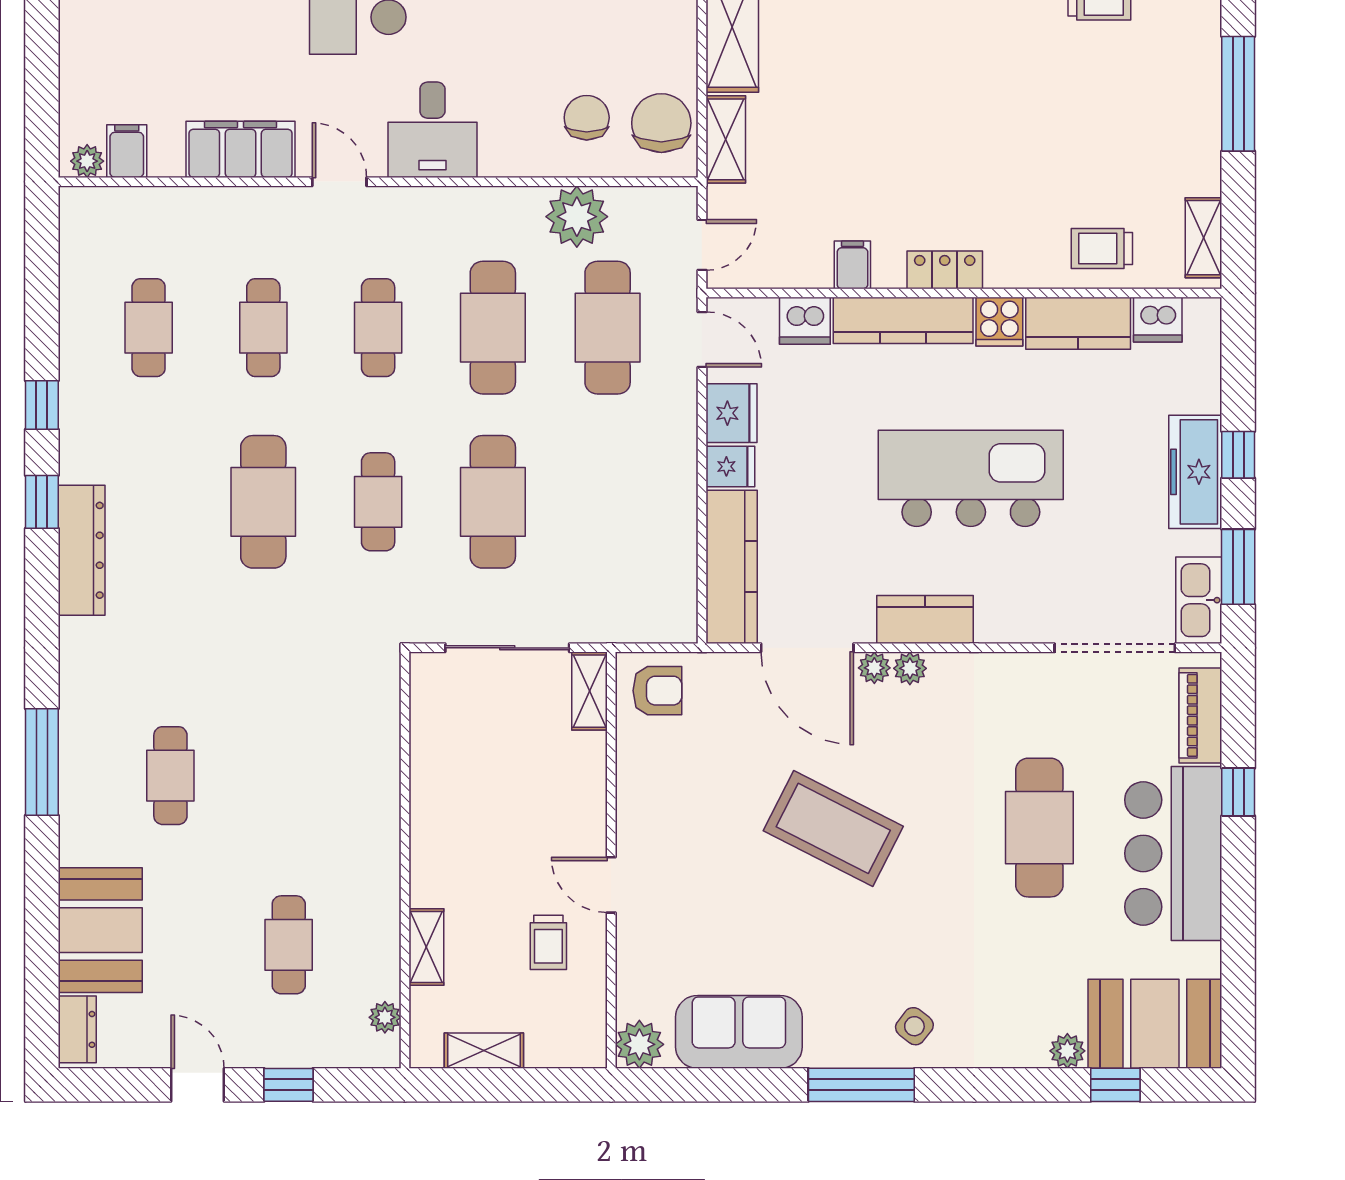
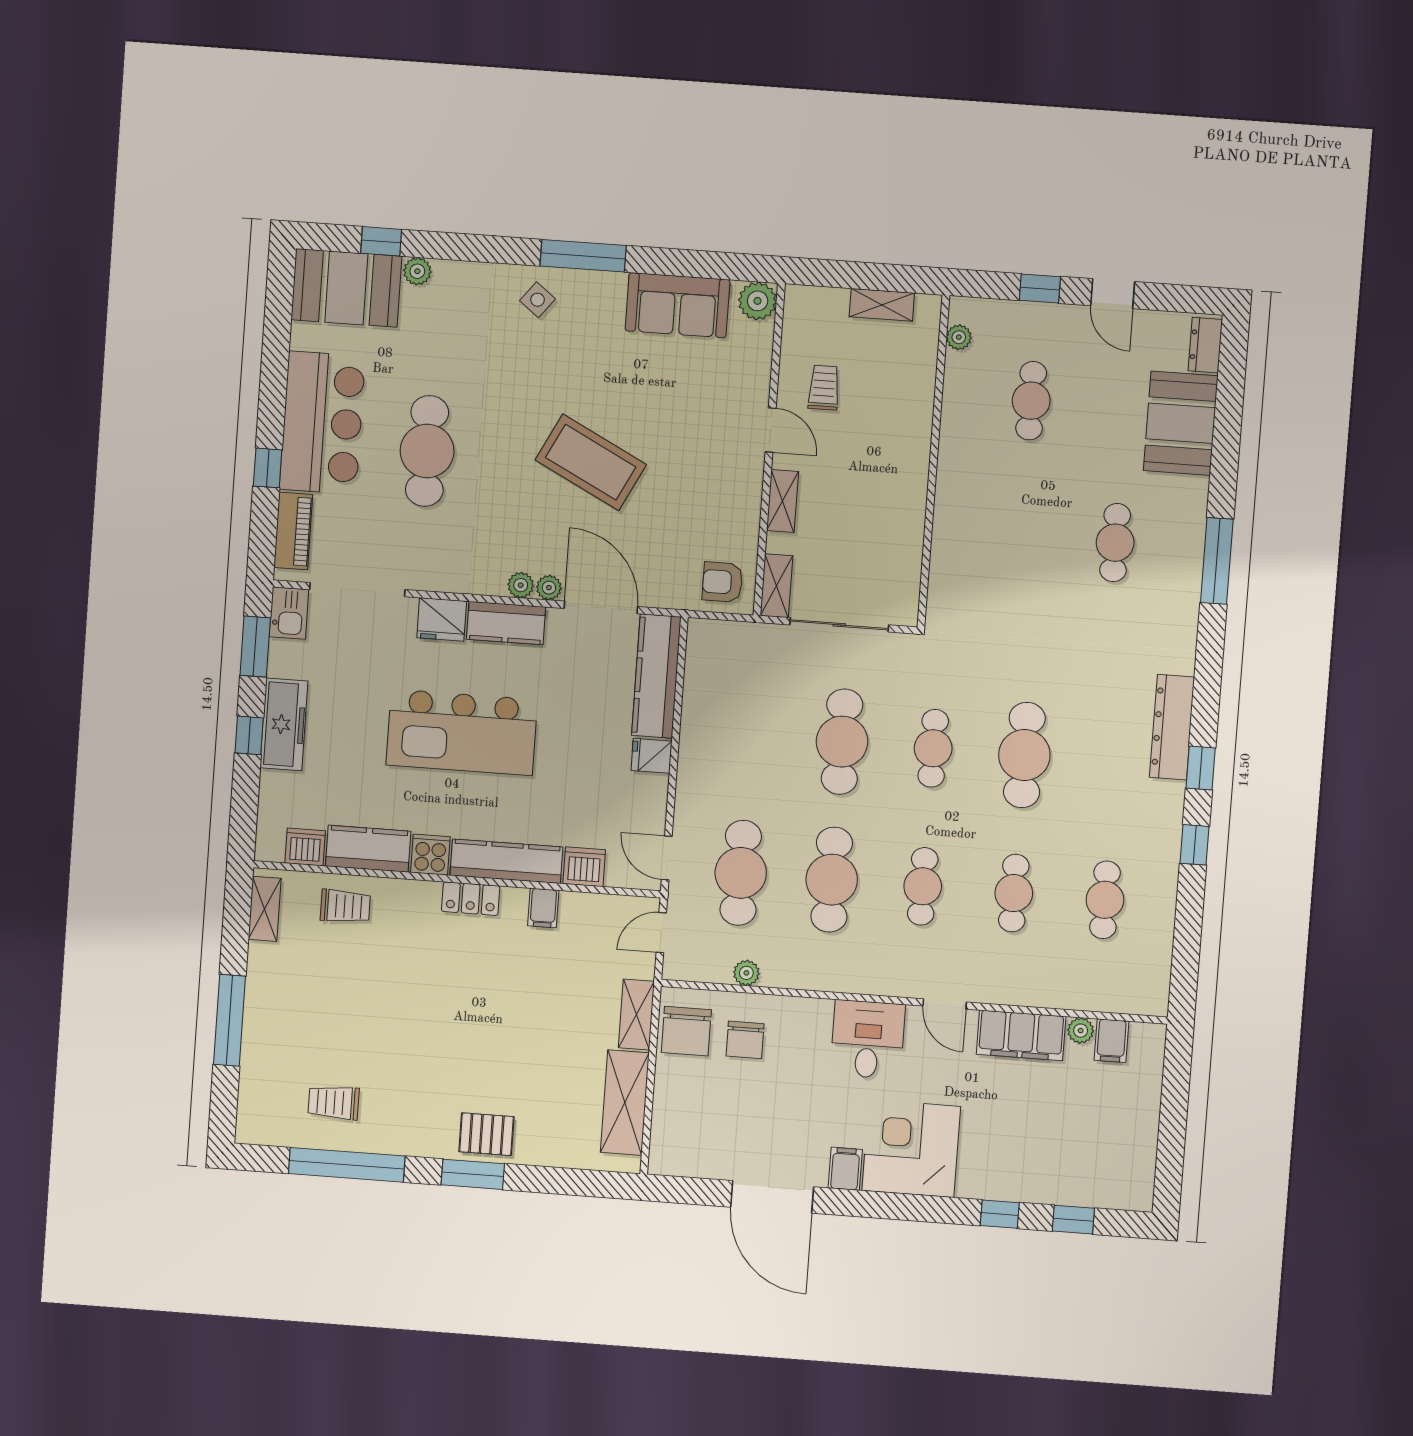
plant: (87, 161) -> (1081, 1031), moved
plant: (577, 217) -> (746, 973), width x0.53, depth x0.53
fridge: (731, 413) -> (442, 619), moved, turned -90
kitchen sink: (1199, 600) -> (289, 613), width x0.73
shelving: (426, 947) -> (783, 501), moved

